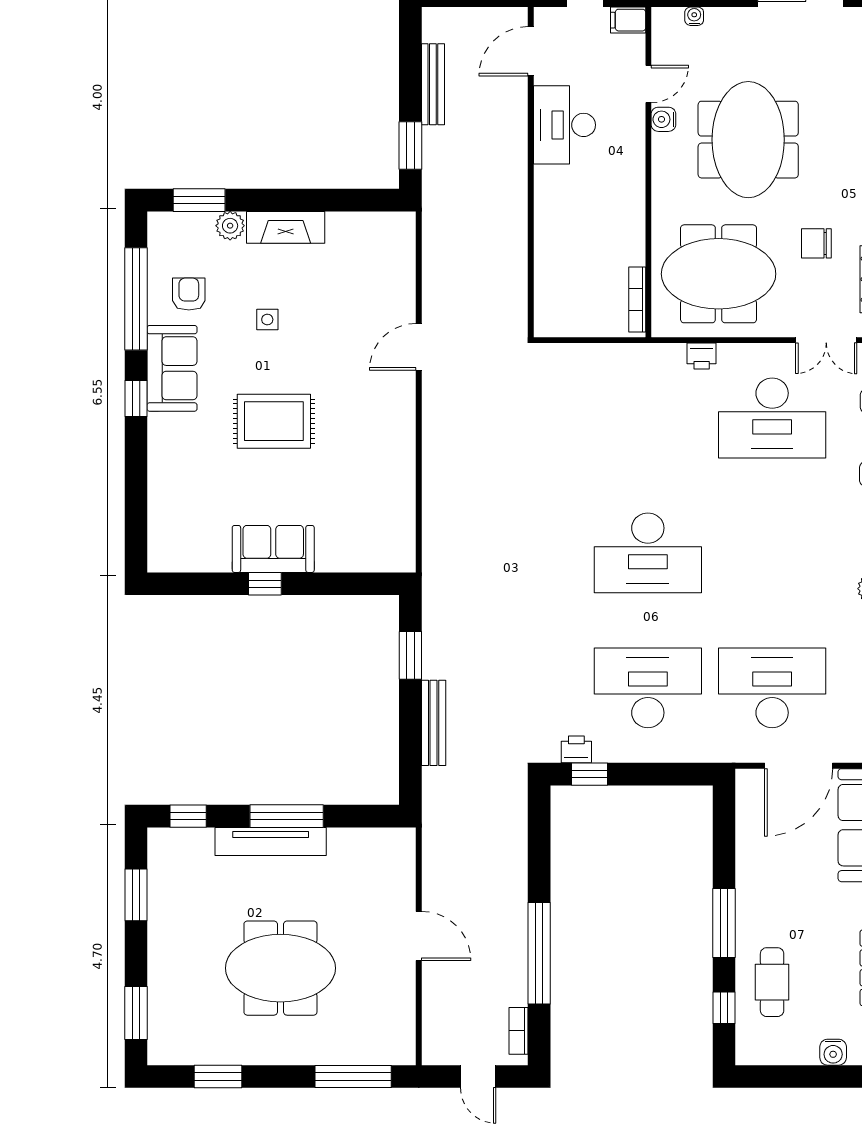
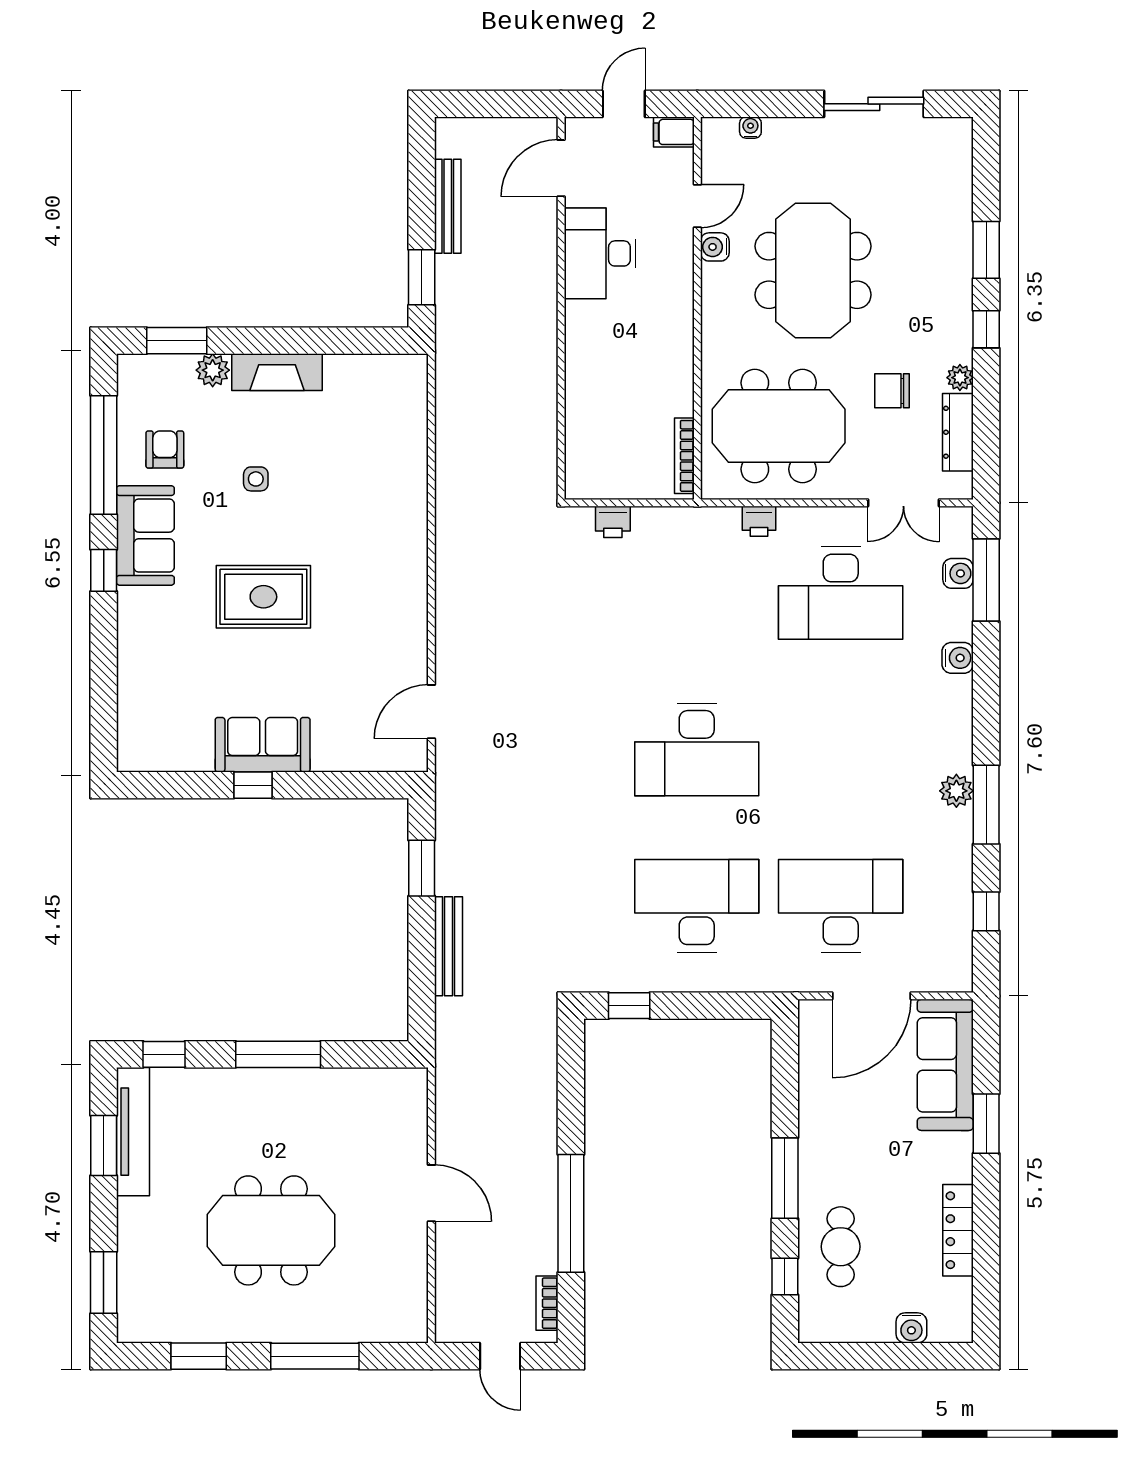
door: (419, 347) -> (431, 712), moved
printer: (576, 749) -> (613, 522), moved, turned 180
tv unit: (271, 842) -> (133, 1132), moved, turned -90
window: (353, 1077) -> (315, 1356), moved

